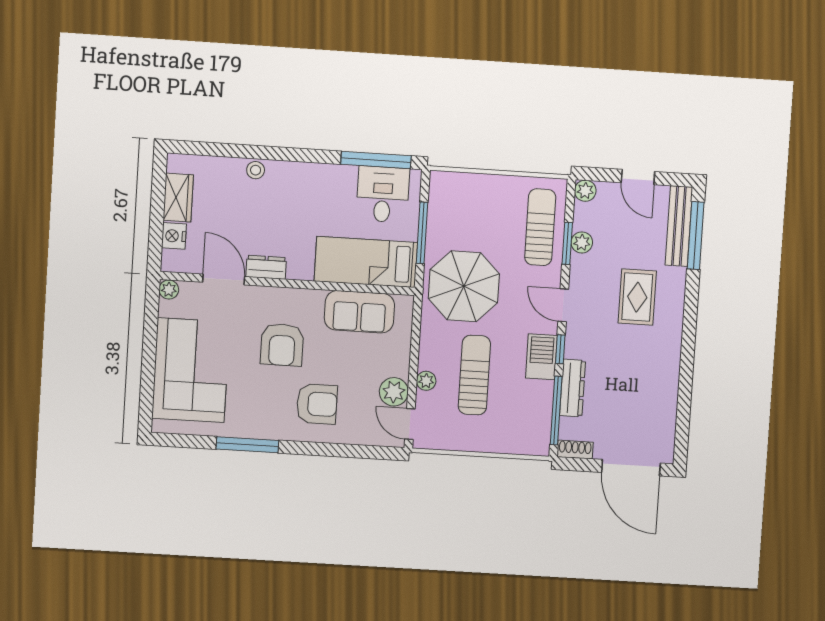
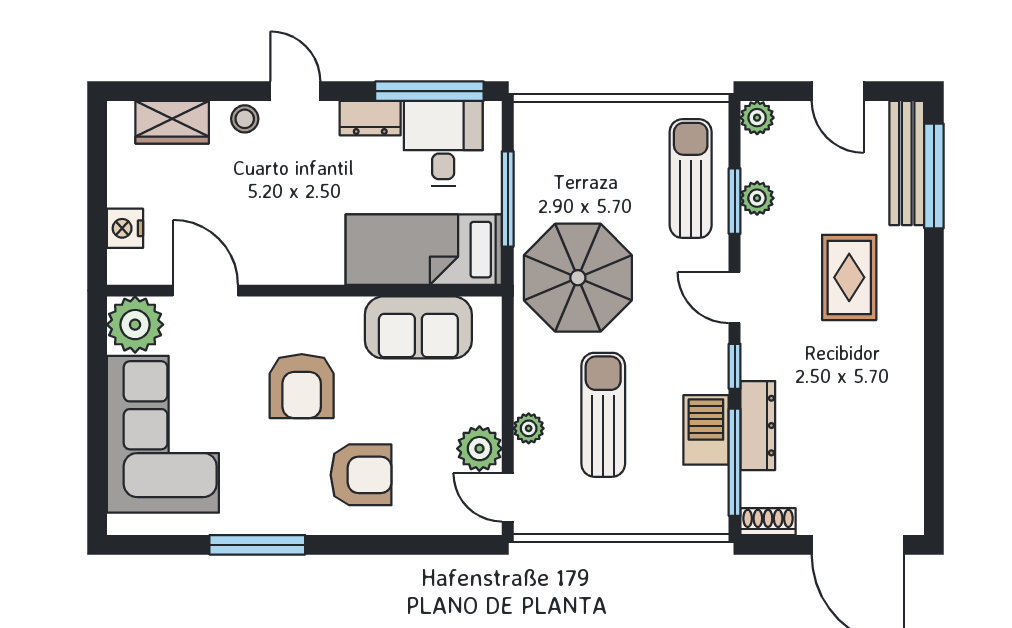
door: (289, 154) -> (295, 91), added
wardrobe: (178, 198) -> (172, 122), moved, turned 90
dresser: (266, 267) -> (370, 118), moved, turned 180
plant: (169, 290) -> (135, 325), width x1.88, depth x1.88
barbecue: (541, 357) -> (706, 430), moved

